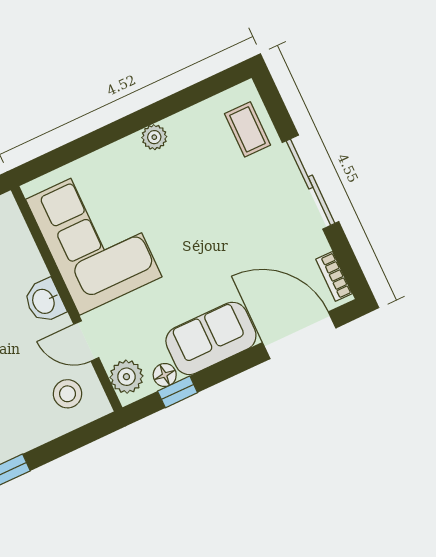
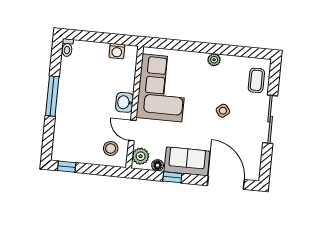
side table: (221, 215) -> (223, 111), added
bookcase: (334, 276) -> (256, 166), removed
window: (178, 392) -> (172, 177), moved

